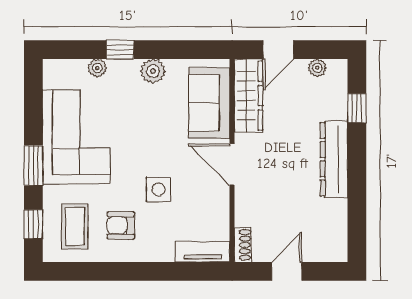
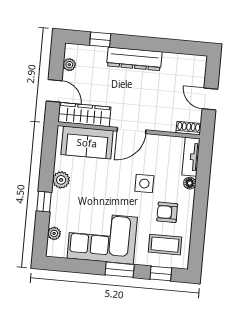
plant: (97, 68) -> (54, 233), moved
armchair: (121, 225) -> (167, 212), turned 90
floor lamp: (165, 254) -> (190, 183), added

